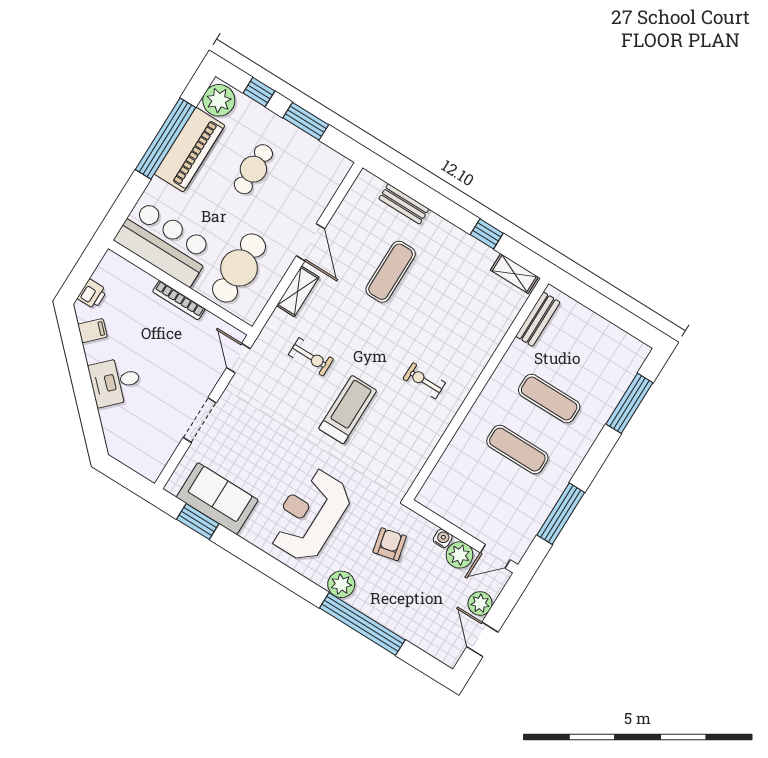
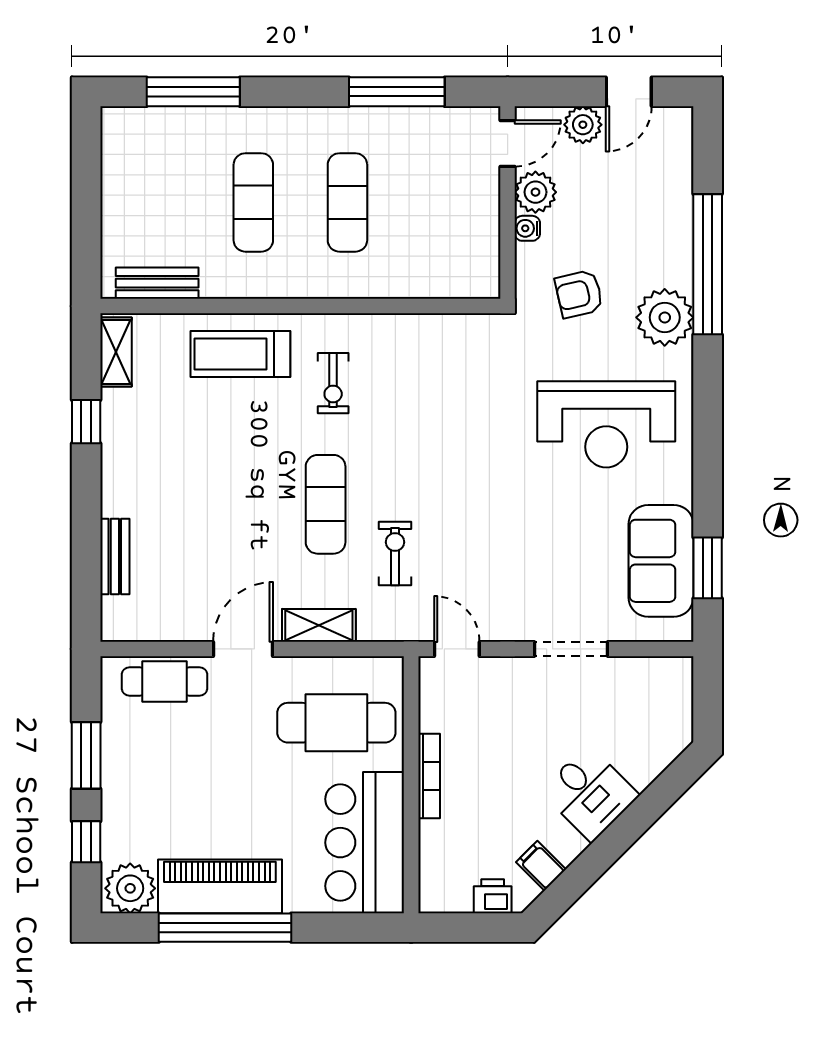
cafe table: (253, 169) -> (164, 681), moved
exercise mat: (391, 272) -> (326, 504), moved, turned 90
door: (238, 358) -> (457, 649), swing flipped
treadmill: (348, 410) -> (240, 354), moved
door: (495, 556) -> (508, 143), hinge flipped
plant: (341, 584) -> (665, 317), width x1.36, depth x1.36

